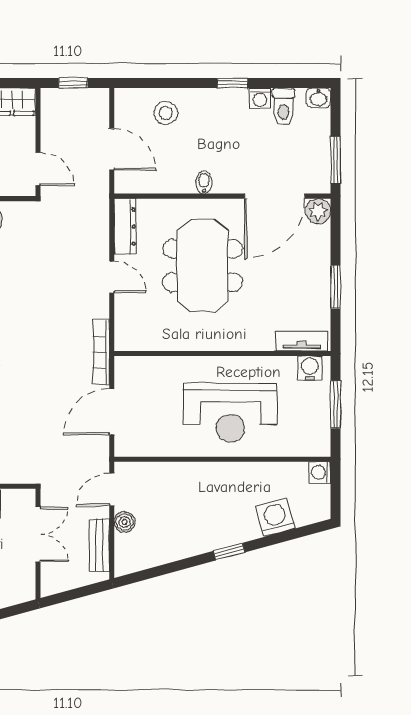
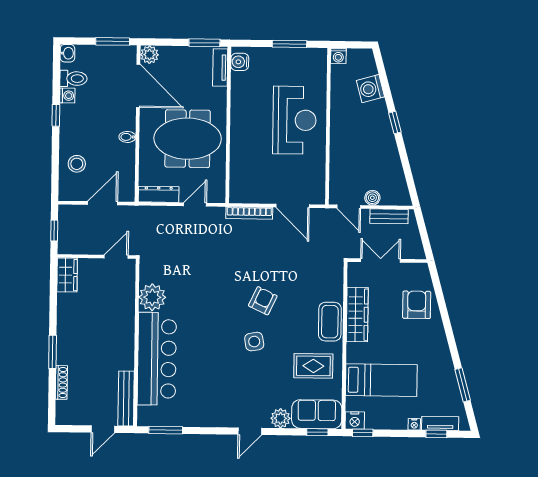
tv unit: (302, 341) -> (220, 68), moved
wall: (222, 354) -> (228, 125), moved
water cooler: (310, 368) -> (240, 62), moved

